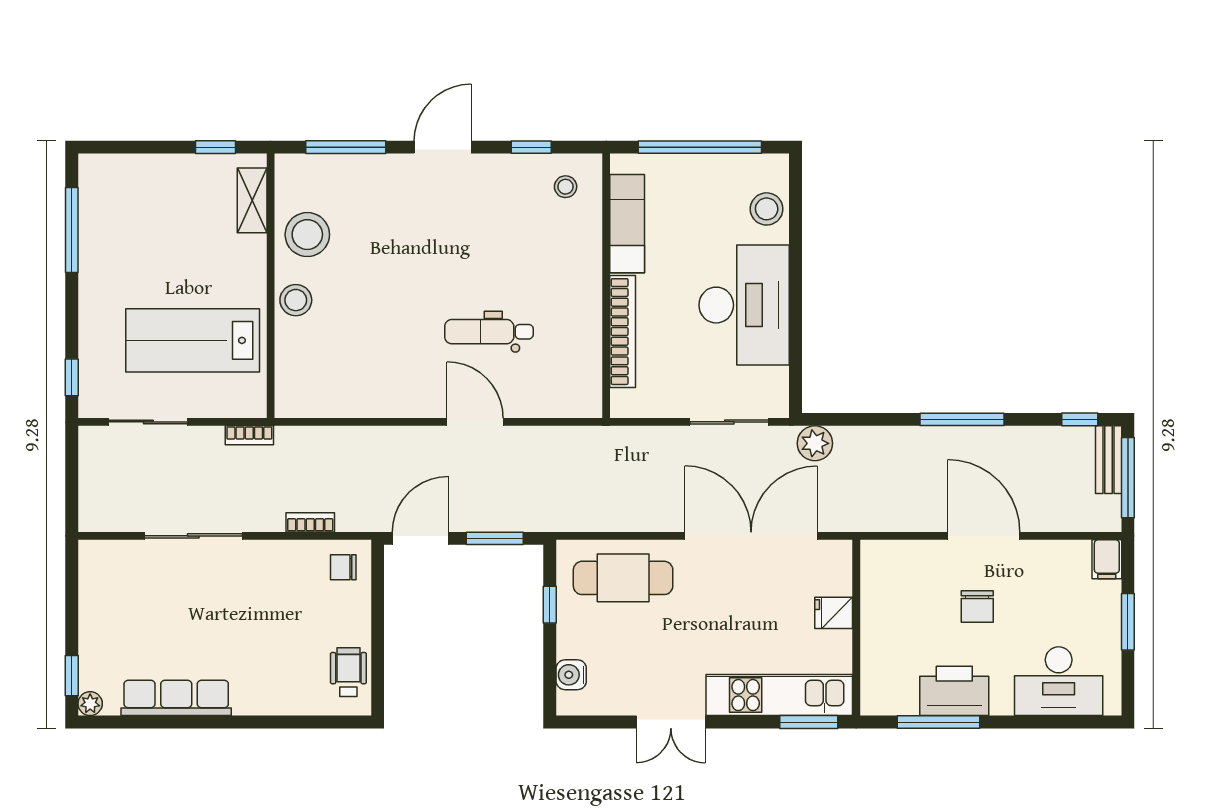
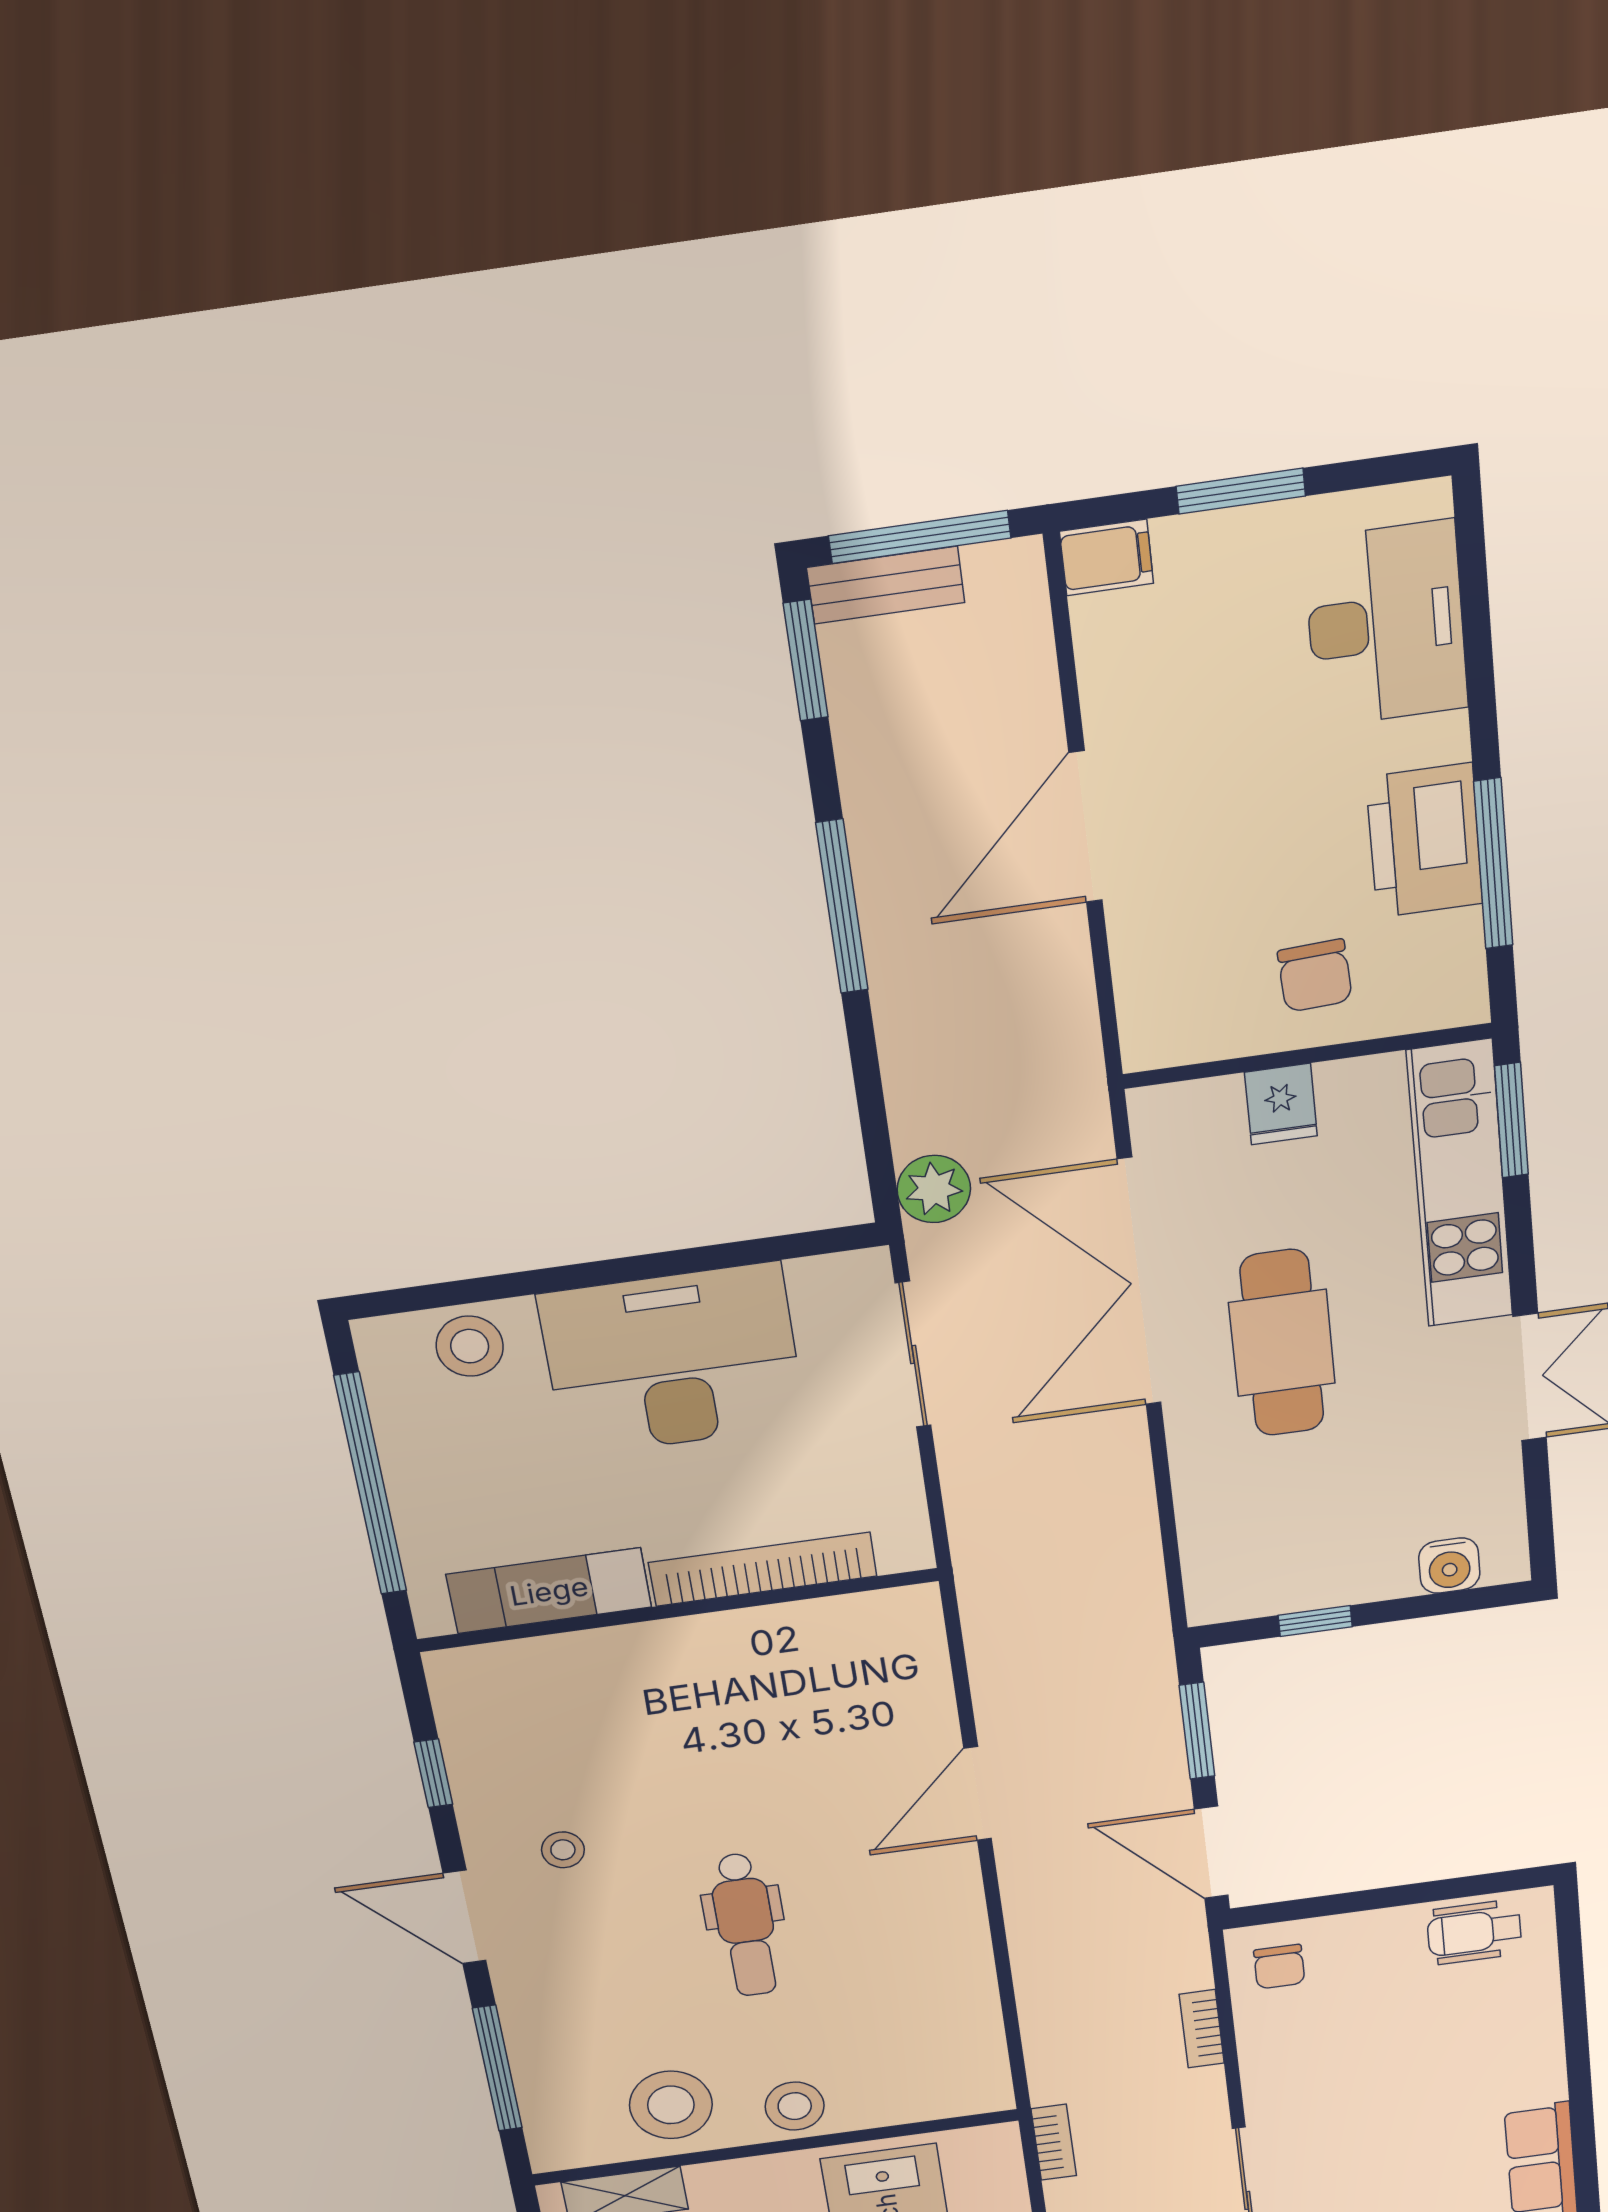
stool: (566, 187) -> (563, 1850), moved
dental chair: (489, 332) -> (745, 1925), moved
window: (1080, 419) -> (806, 660), width x1.50
cafe table: (623, 578) -> (1282, 1343), moved
chair: (977, 607) -> (1315, 976), moved, turned 87

